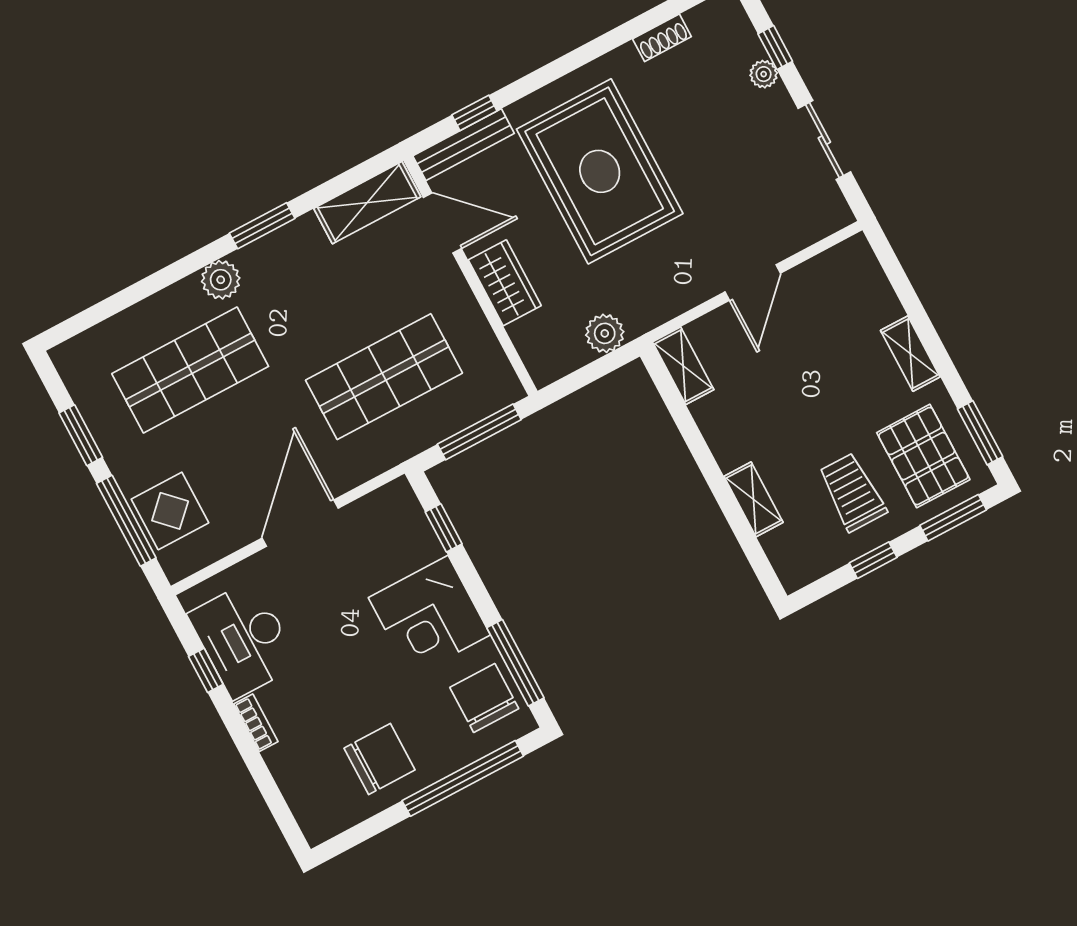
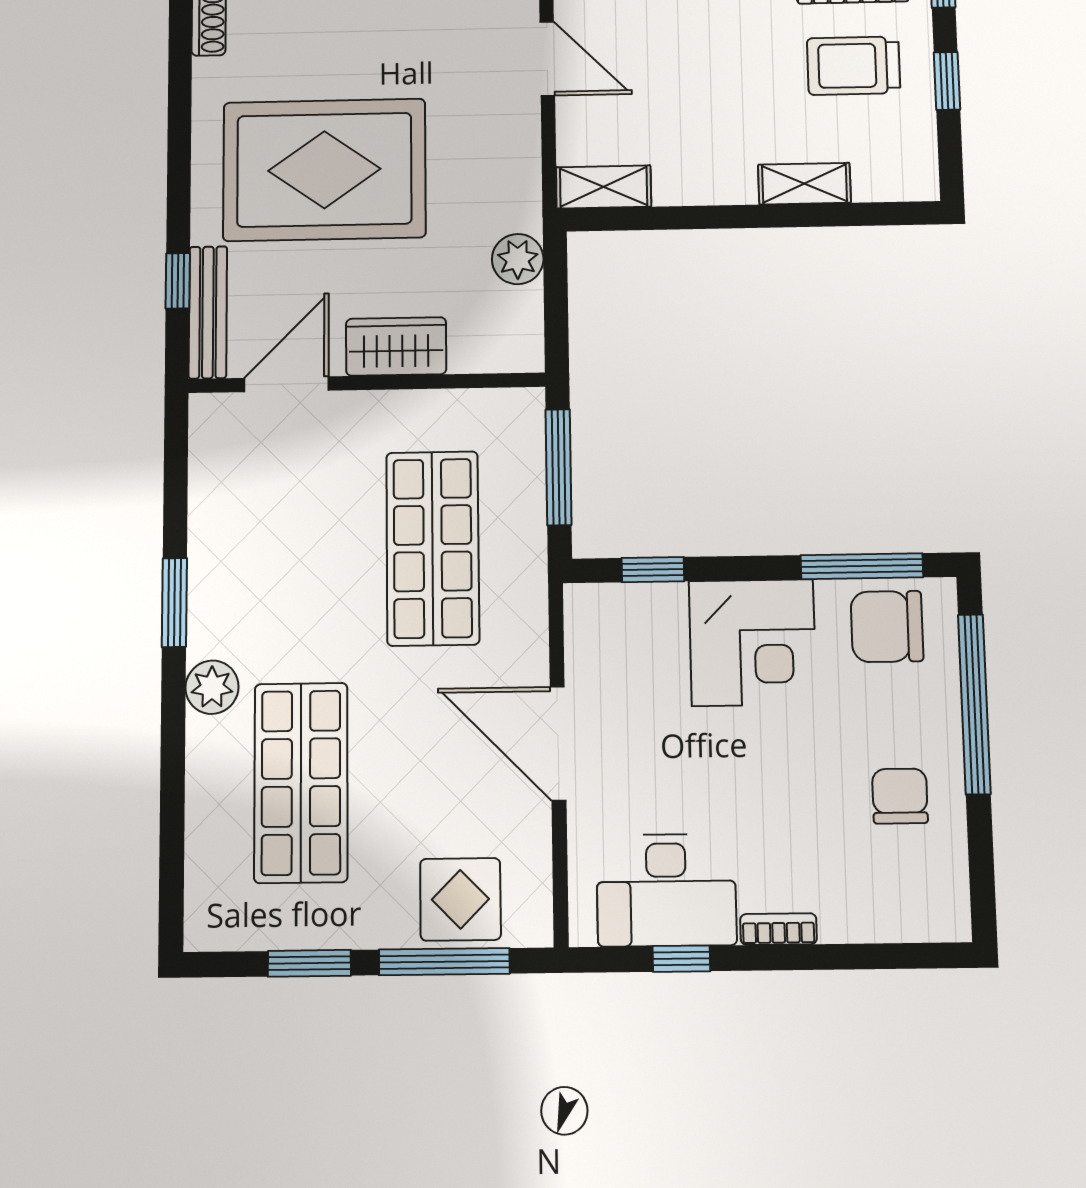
shelving: (367, 203) -> (215, 461), removed
chair: (379, 759) -> (900, 796), width x0.73, depth x0.73

